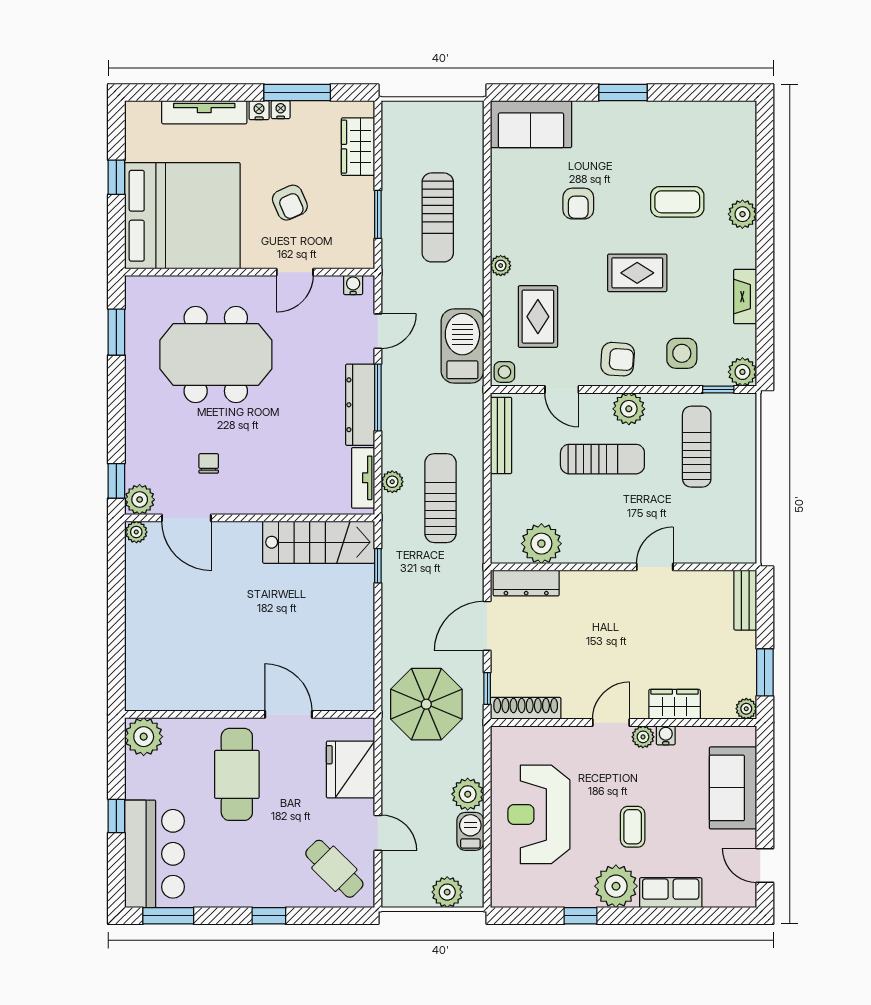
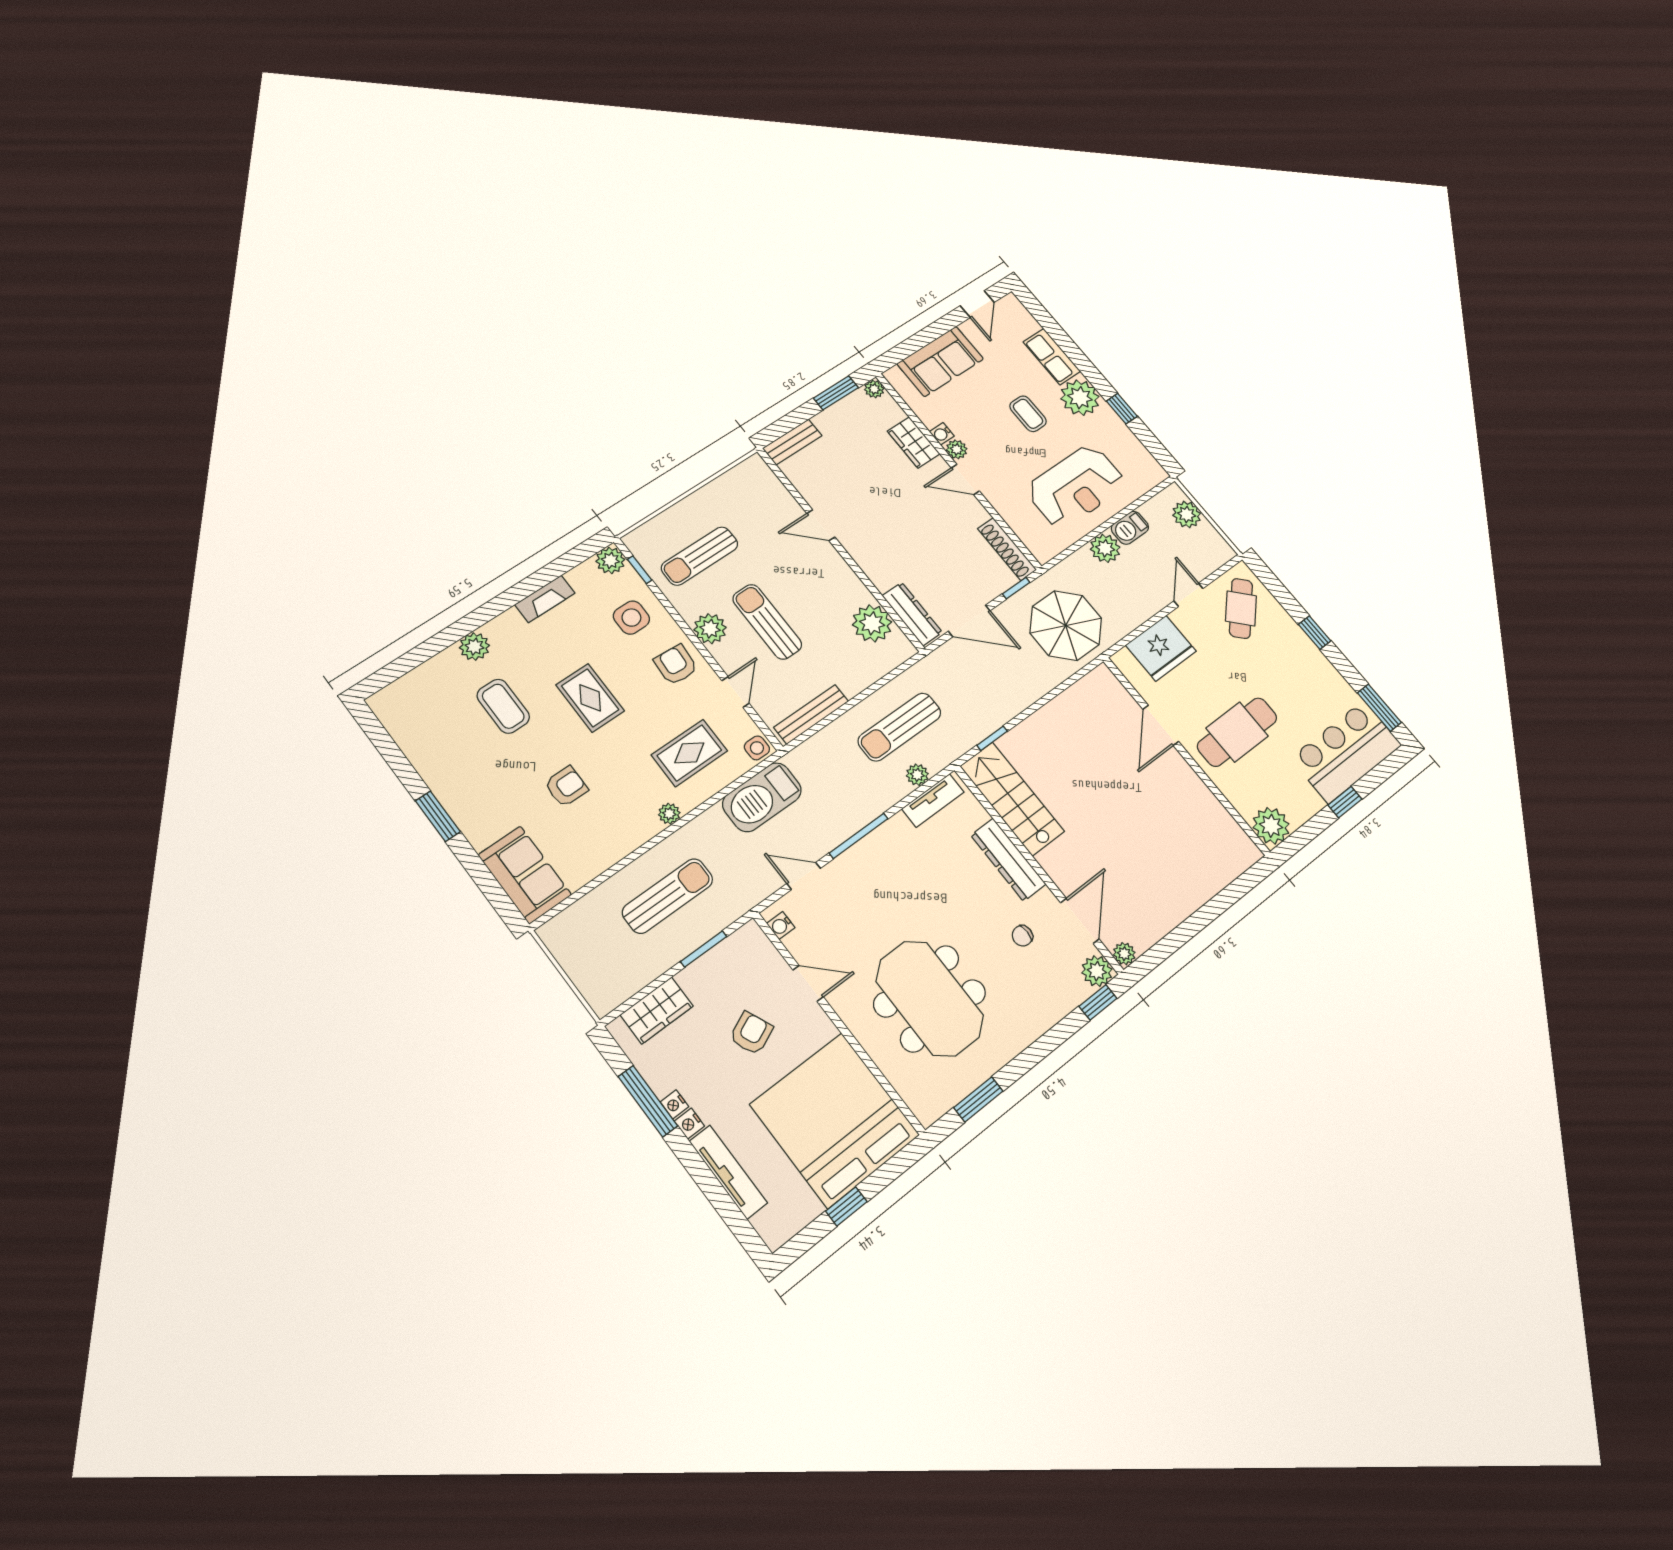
dresser: (360, 405) -> (1008, 860), moved, turned 90
coffee table: (633, 827) -> (1028, 414), turned 90

